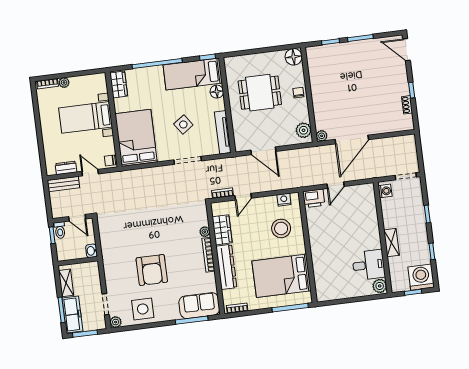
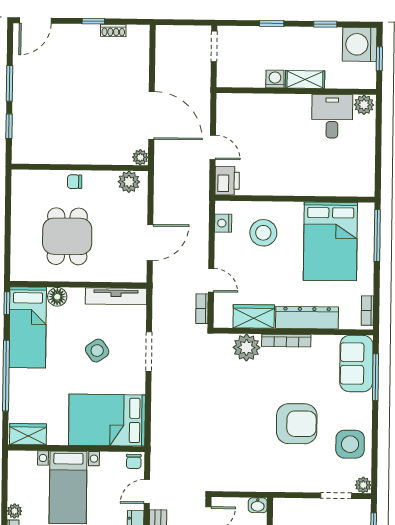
floor lamp: (294, 57) -> (23, 181), removed
washing machine: (385, 191) -> (275, 79), moved
plant: (205, 232) -> (246, 347), width x1.88, depth x1.88

